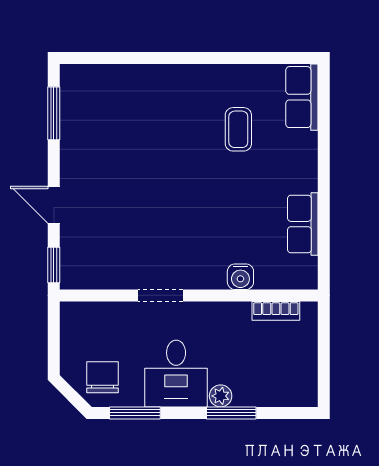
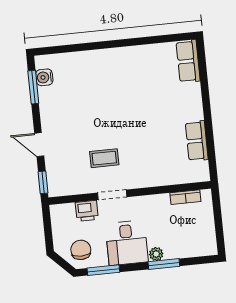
coffee table: (238, 129) -> (104, 158), moved, turned 90
water cooler: (240, 277) -> (44, 77), moved, turned 90
printer: (118, 317) -> (87, 211), added

